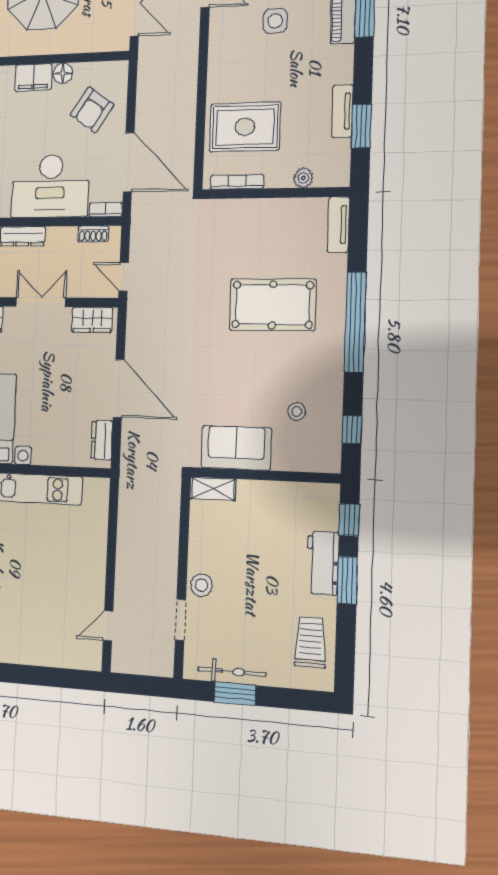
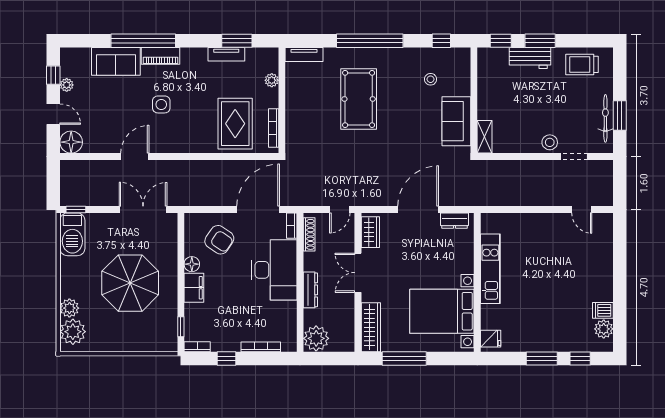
shoe rack: (93, 234) -> (309, 234), width x1.43

